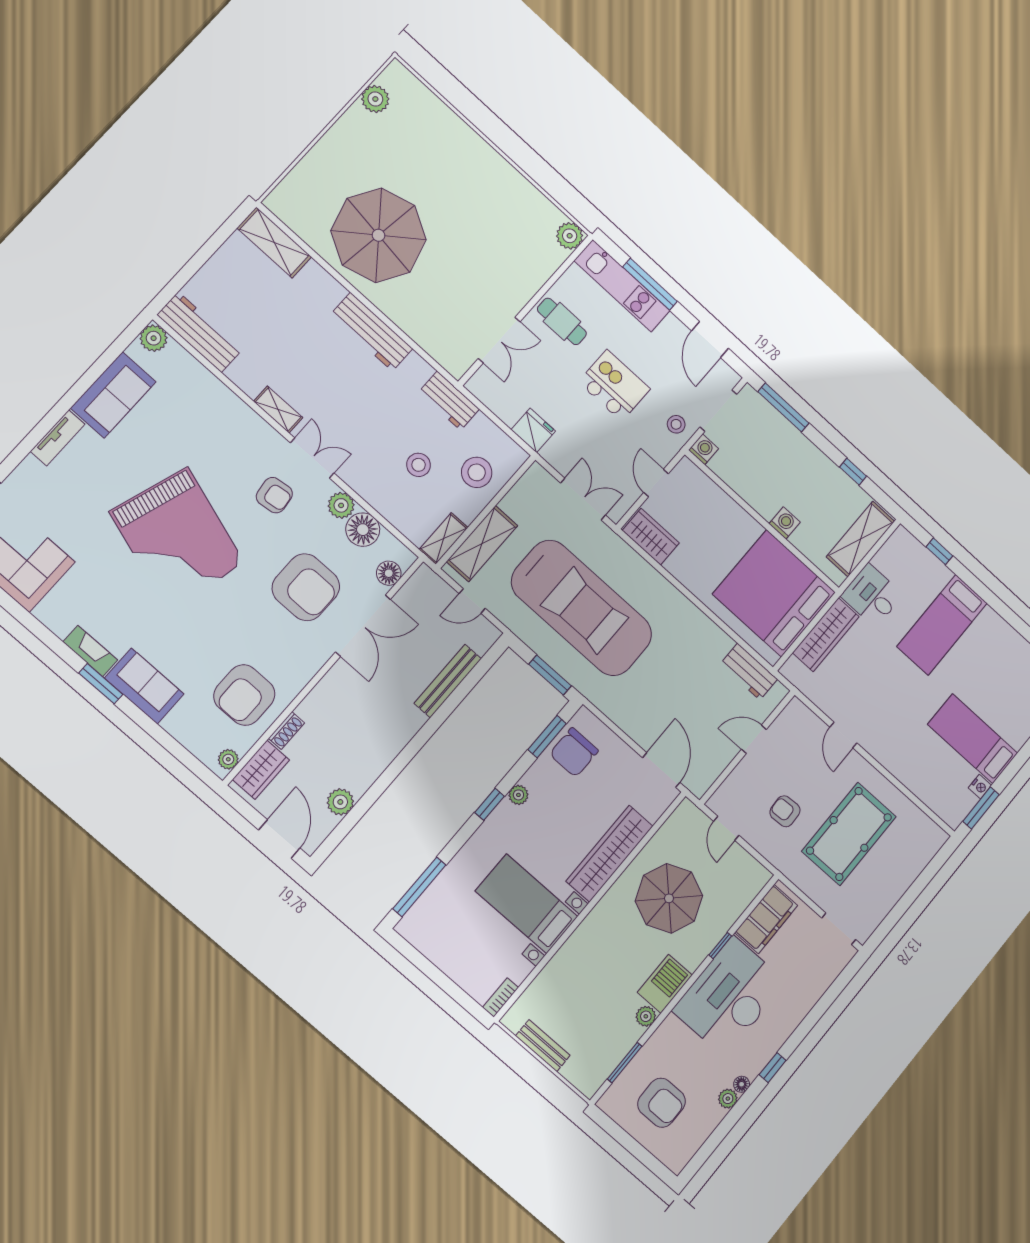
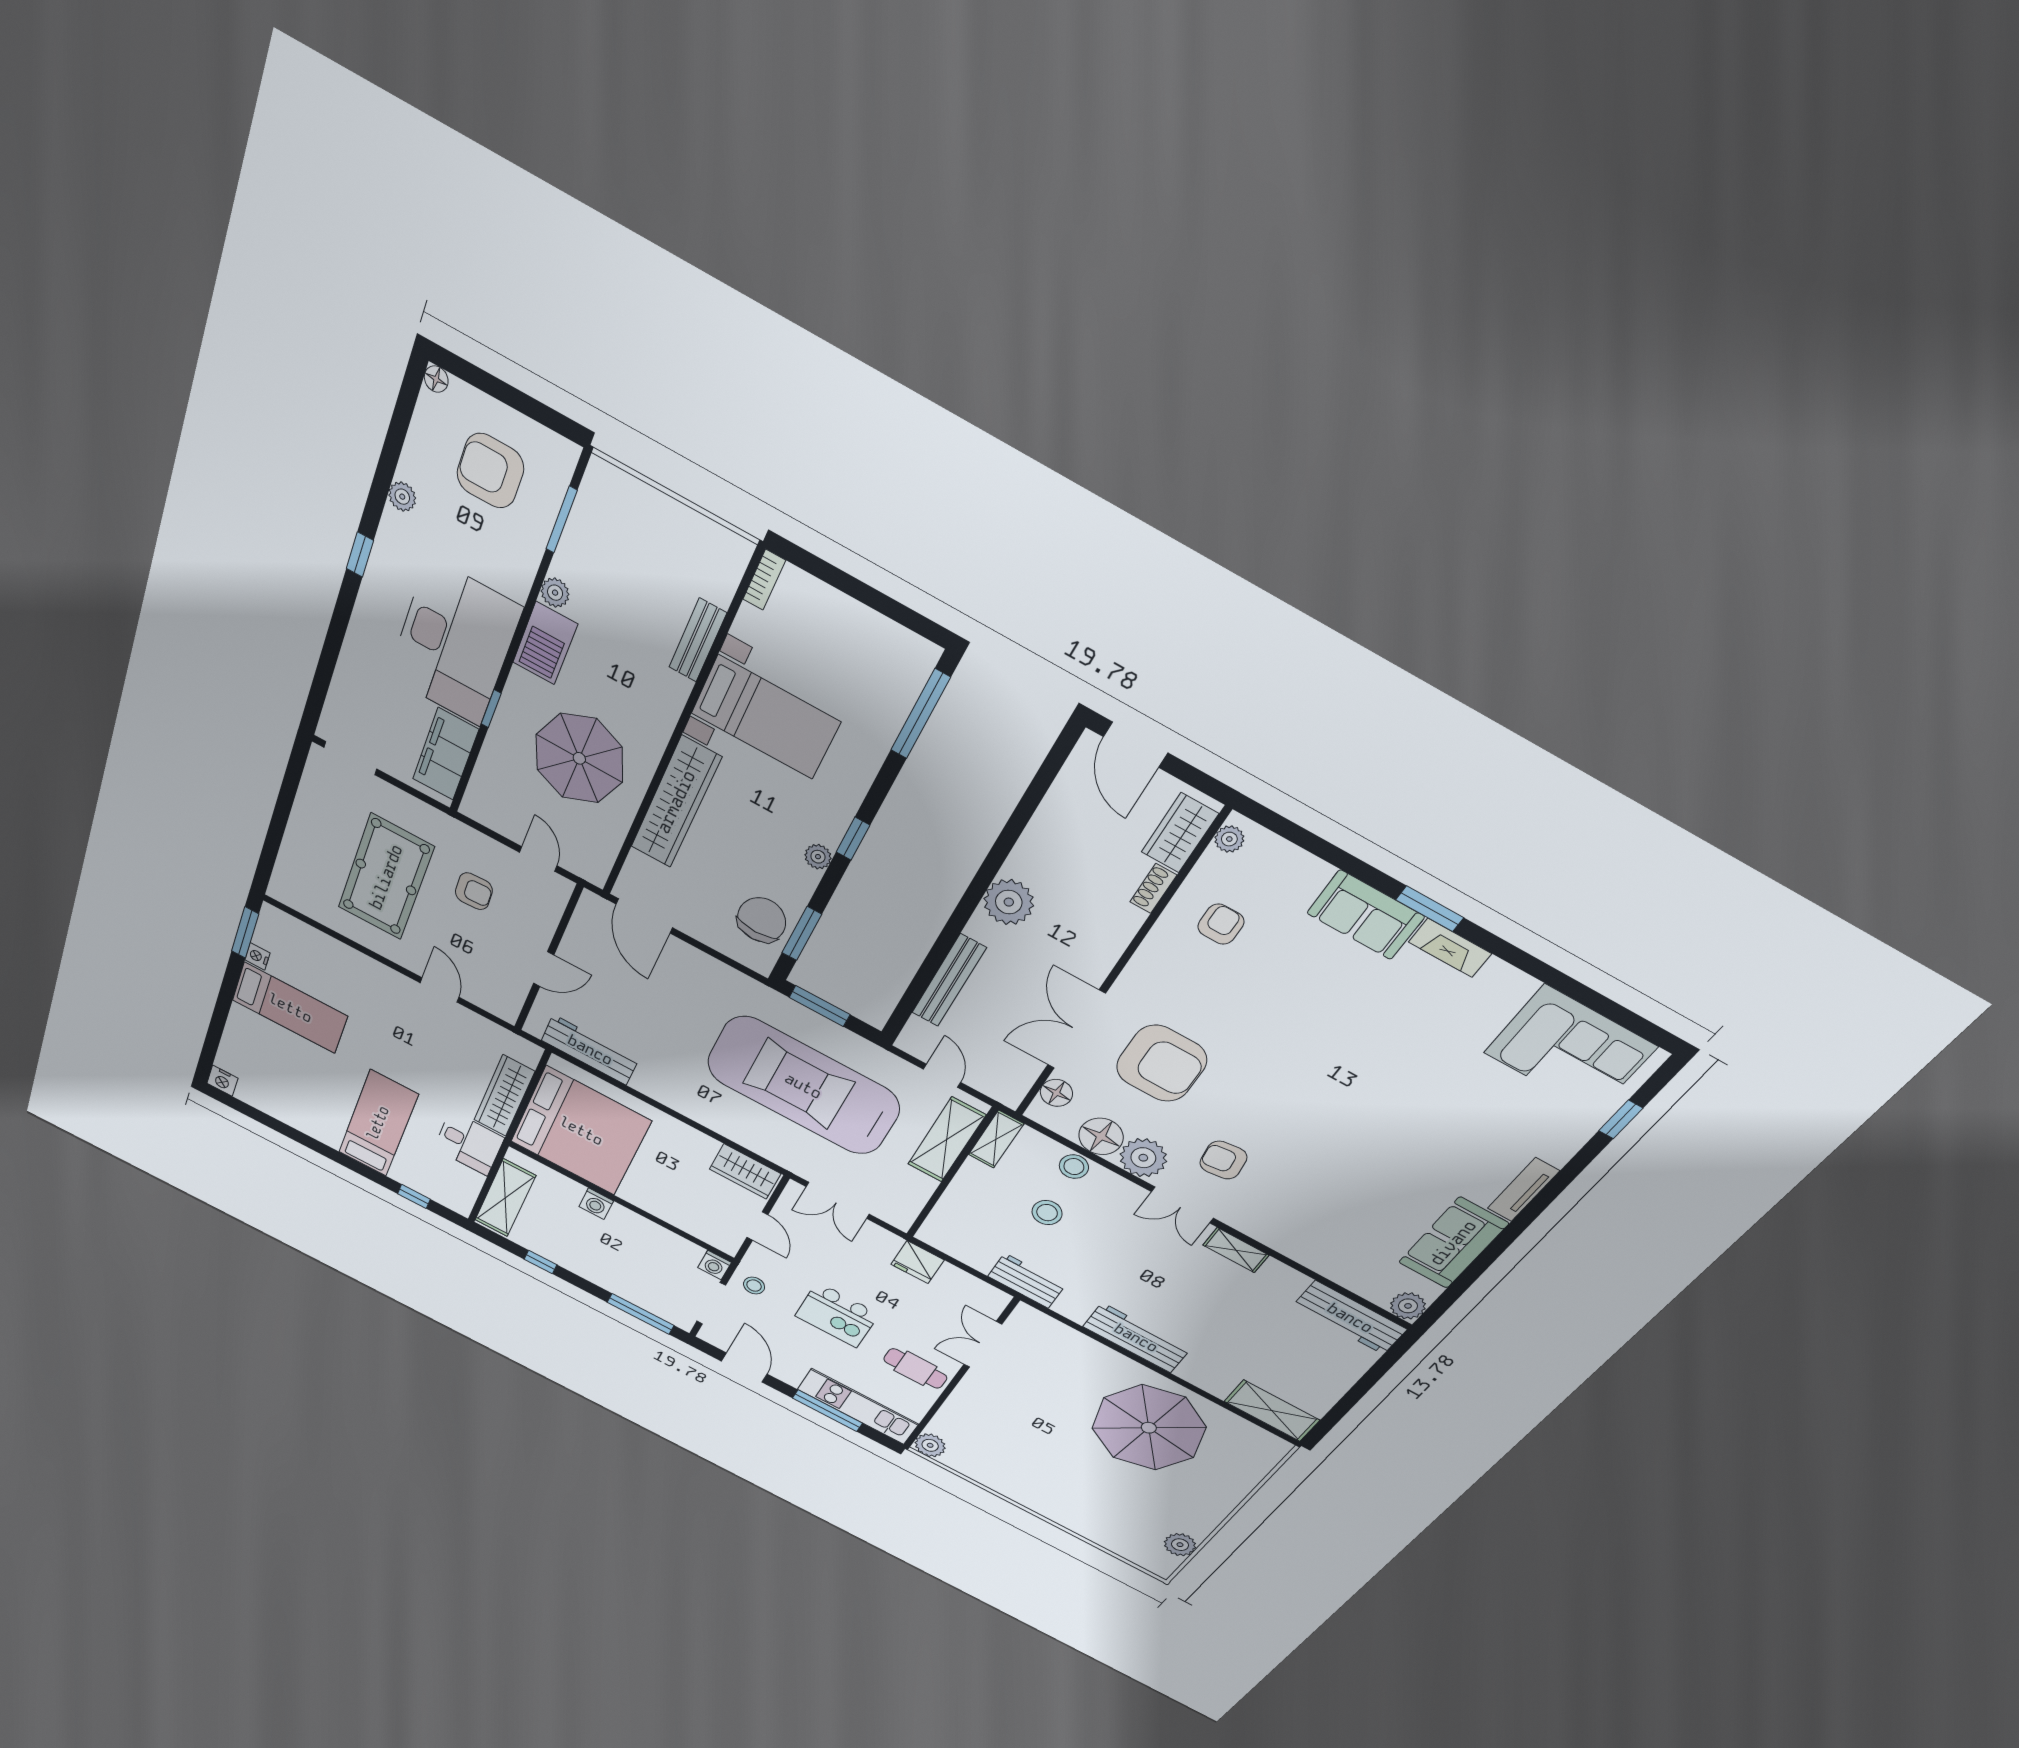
stool: (477, 472) -> (1074, 1167), moved, width x0.73, depth x0.73
plant: (341, 505) -> (1143, 1158), width x1.36, depth x1.36
grand piano: (177, 538) -> (1345, 1098), removed
armchair: (306, 587) -> (1162, 1063), turned 180
door: (472, 601) -> (942, 1076), hinge flipped
workbench: (749, 672) -> (590, 1050), width x1.38
armchair: (244, 695) -> (1221, 924), width x0.53, depth x0.53
plant: (340, 802) -> (1009, 902), moved, width x1.36, depth x1.36
bench: (543, 1046) -> (698, 640), moved, turned 90
floor lamp: (742, 1084) -> (436, 379), moved

